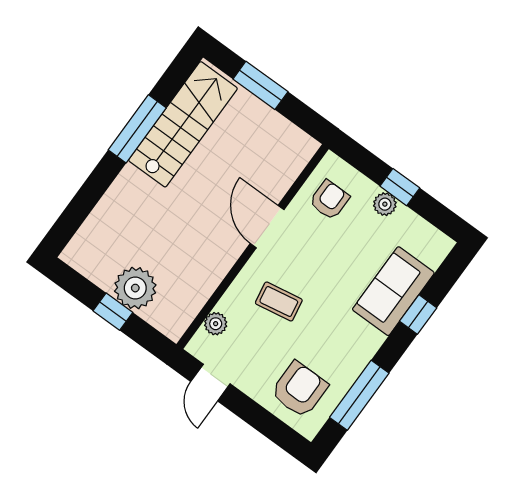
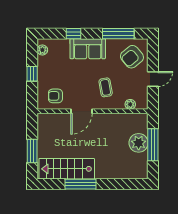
plant: (385, 204) -> (42, 50), moved
sofa: (393, 291) -> (88, 49), moved
window: (113, 312) -> (153, 145), width x2.17
door: (210, 383) -> (153, 79), moved
armchair: (299, 390) -> (132, 57), turned -39

